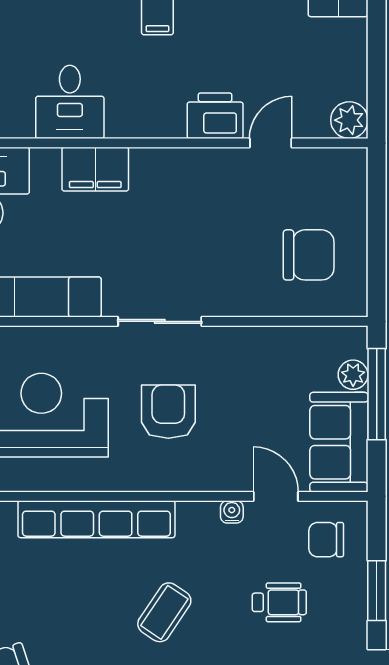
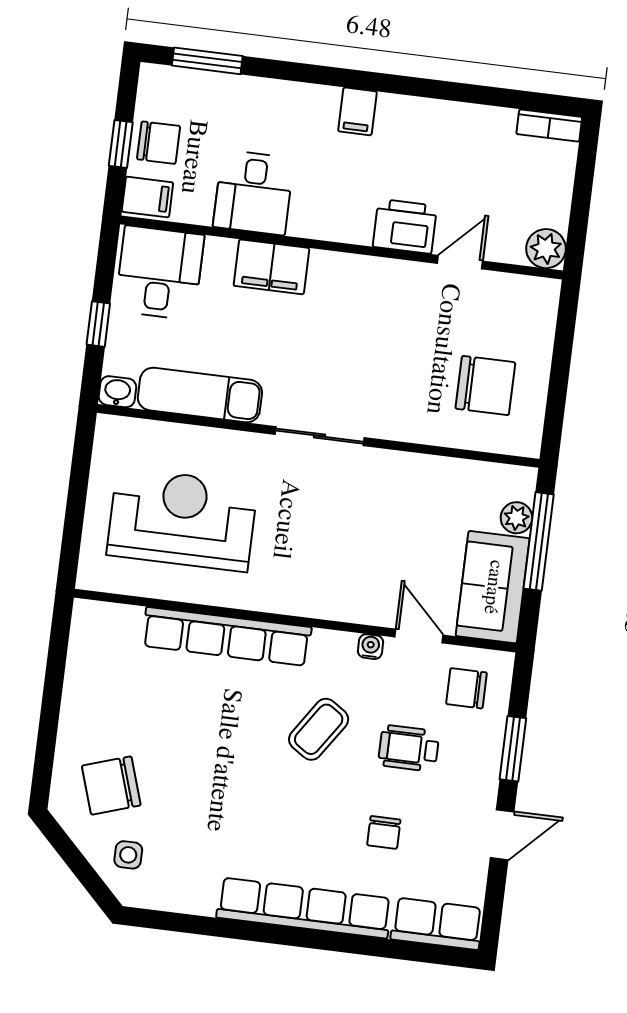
armchair: (168, 412) -> (317, 532), removed
wheelchair: (279, 602) -> (409, 748), turned 180
coffee table: (164, 612) -> (319, 729), moved

